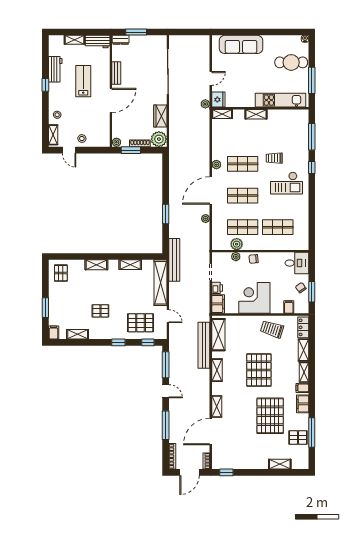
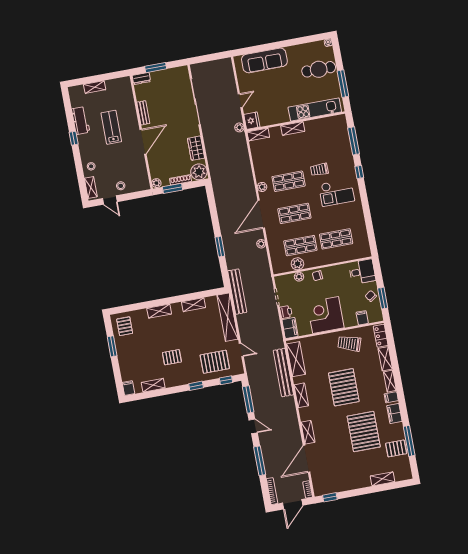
workbench: (98, 42) -> (118, 84), removed
window: (45, 308) -> (112, 346), moved

